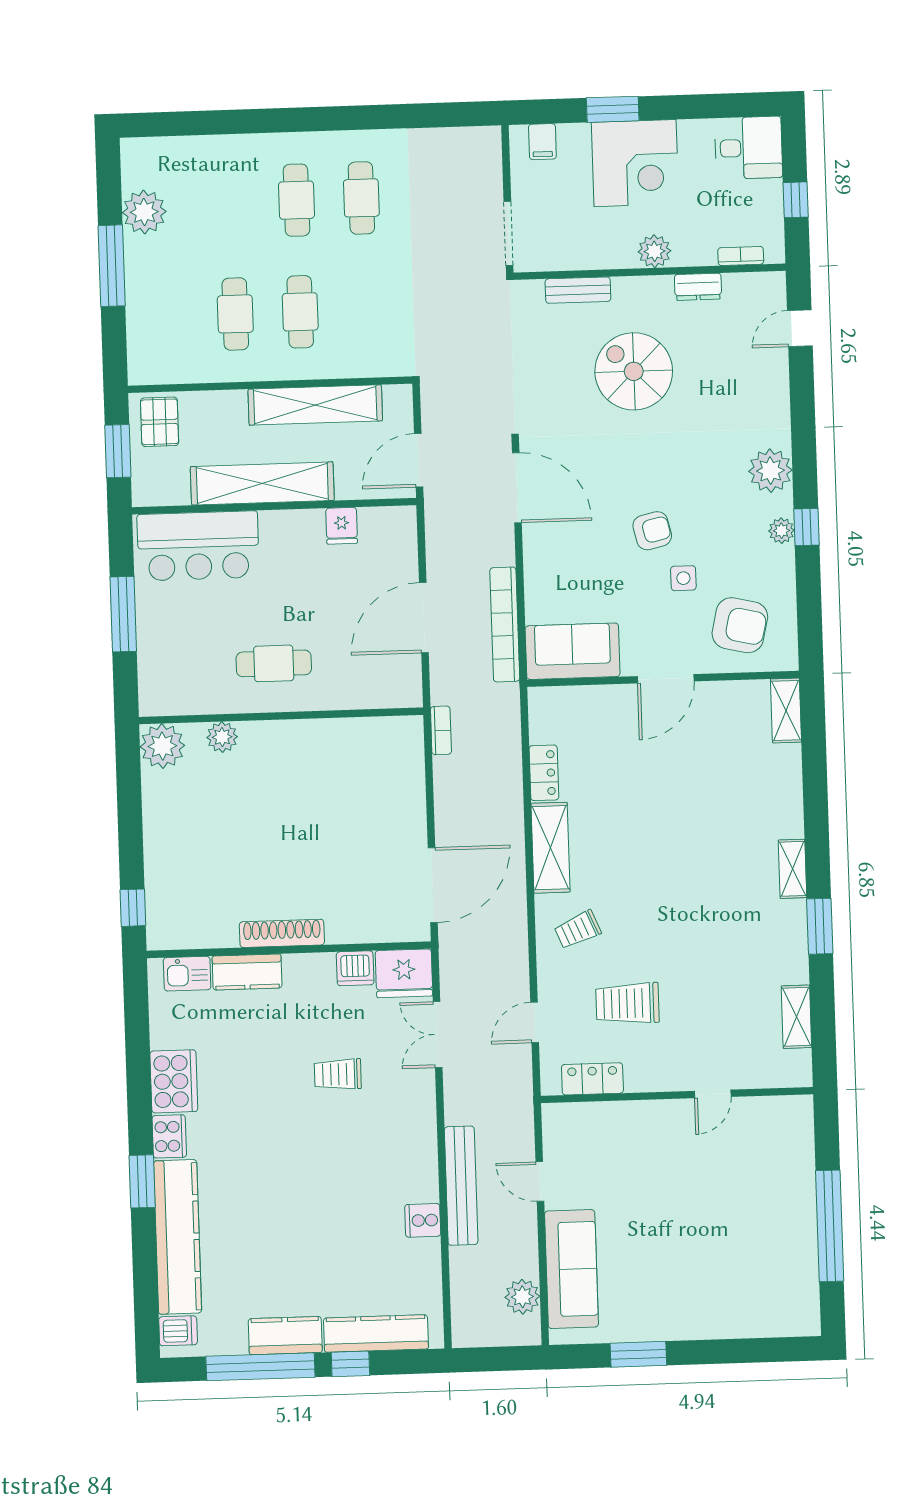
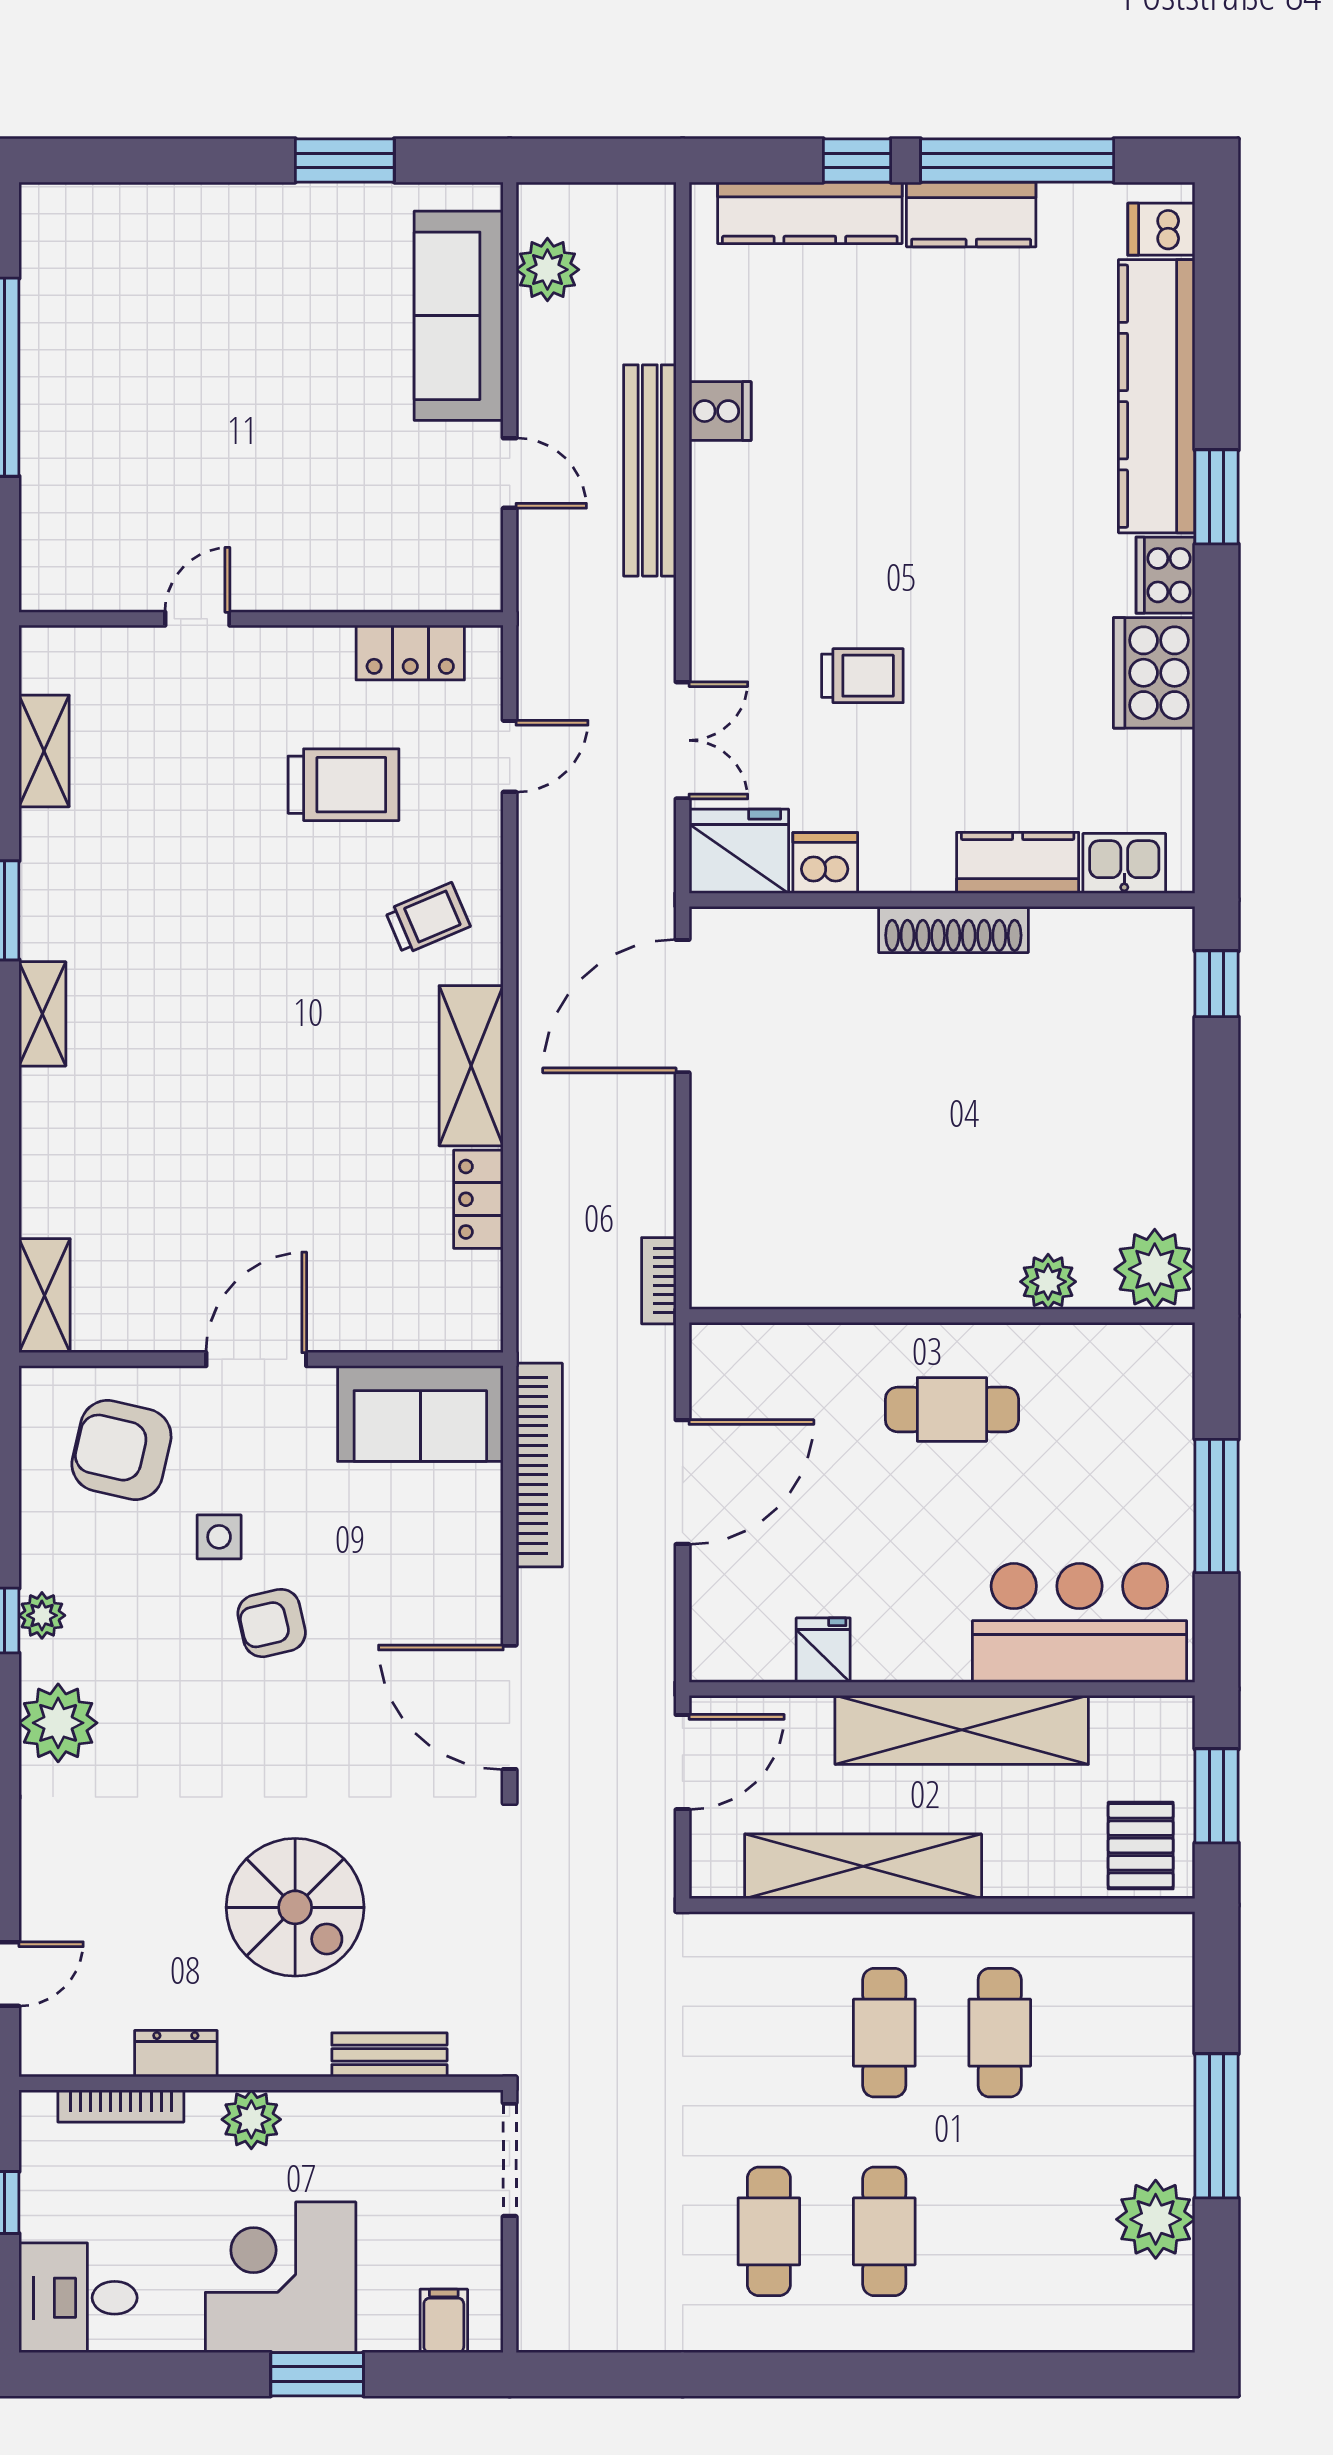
bookcase: (741, 256) -> (121, 2106), width x1.56

